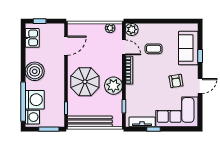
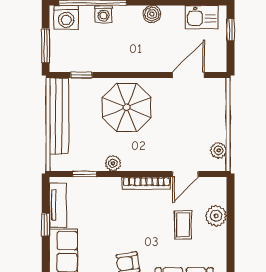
plant: (132, 29) -> (216, 216), moved
door: (66, 46) -> (188, 75), swing flipped
boiler: (35, 71) -> (152, 14), width x0.54, depth x0.54
plant: (113, 86) -> (113, 163), width x0.53, depth x0.53
washing machine: (35, 100) -> (103, 14), width x0.53, depth x0.53

